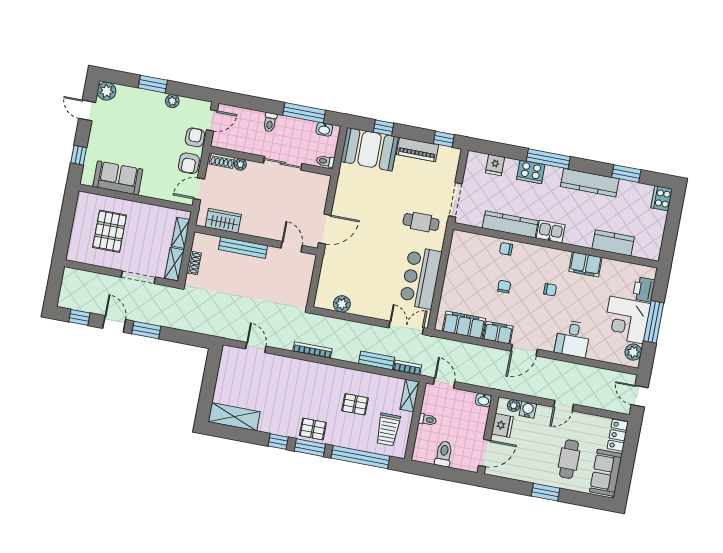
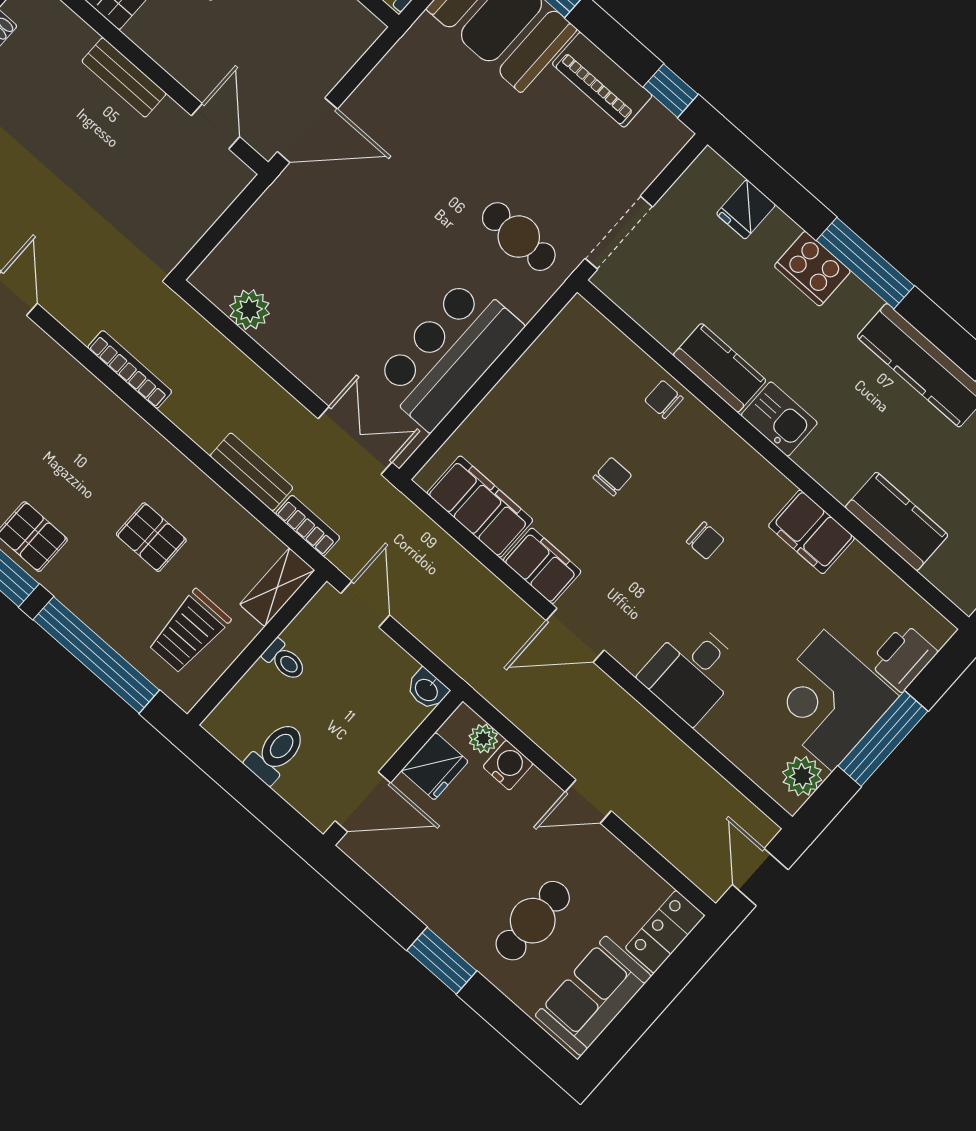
kitchen counter: (510, 224) -> (720, 368), width x0.67
bench: (243, 248) -> (124, 77), width x0.73

